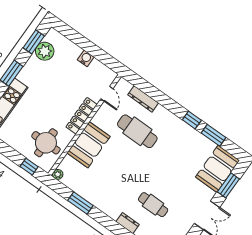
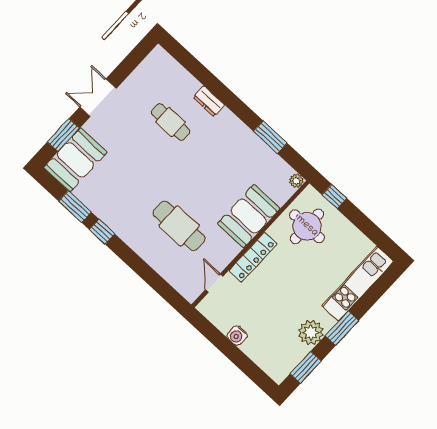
plant: (45, 51) -> (311, 333), moved
dresser: (143, 99) -> (165, 269), removed

